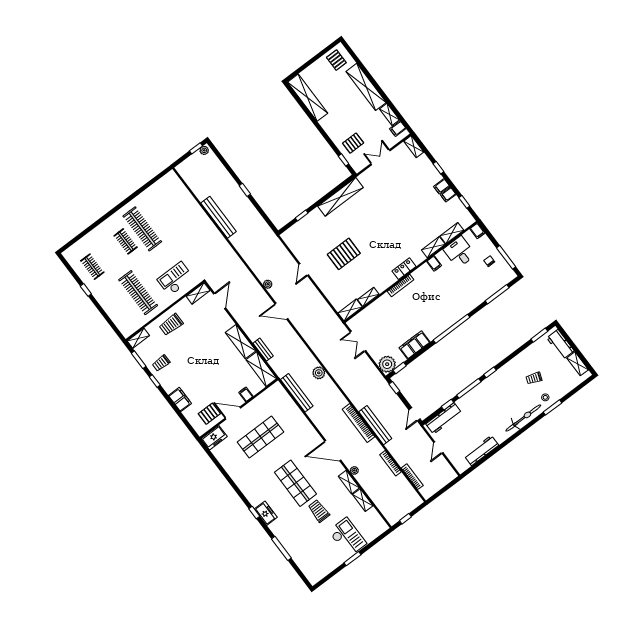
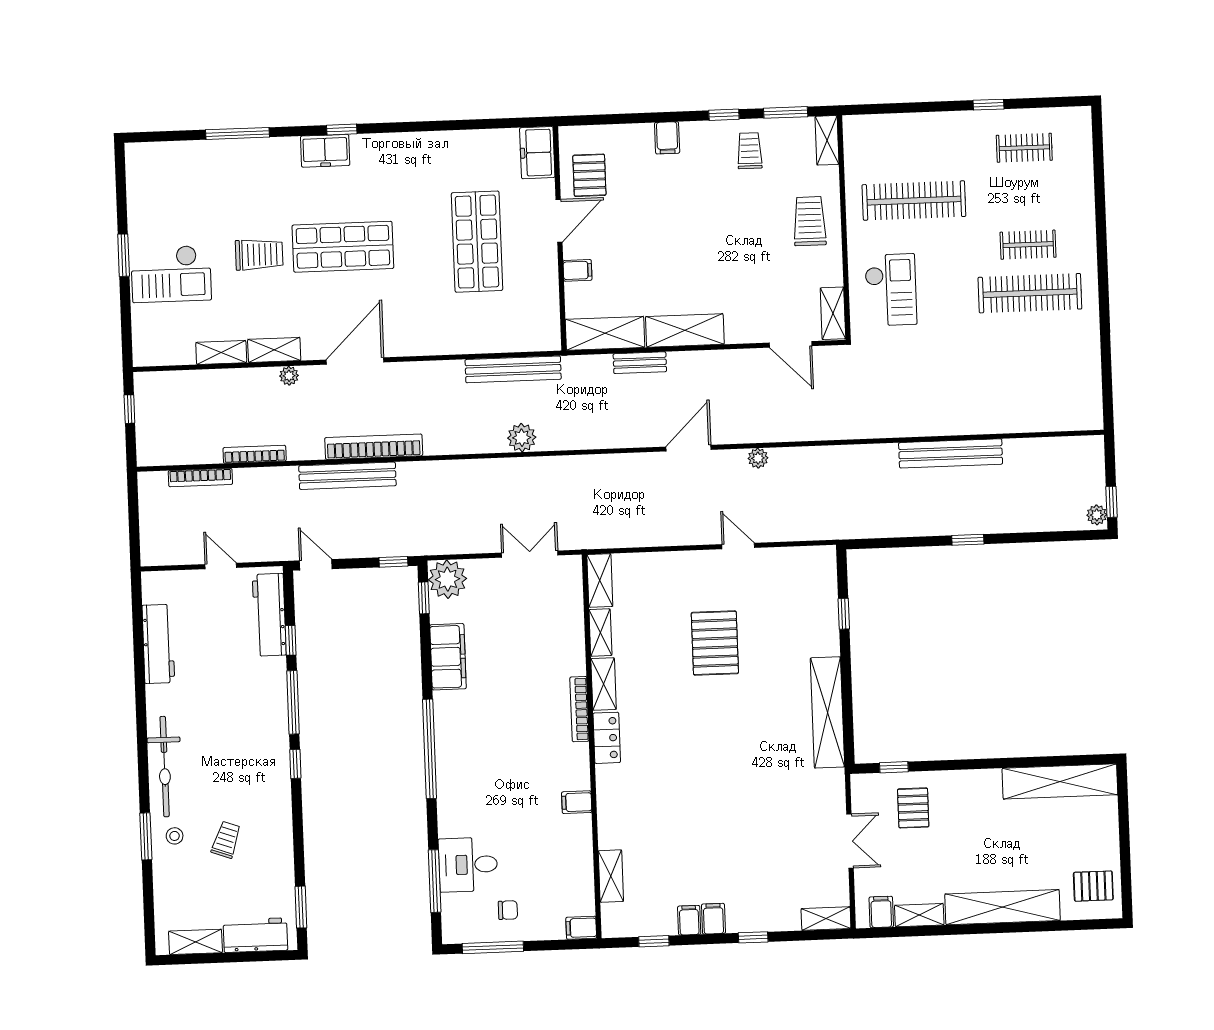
shelving: (433, 247) -> (604, 684), moved
desk: (459, 252) -> (468, 865), moved, turned 180
filing cabinet: (180, 400) -> (667, 138), width x0.50

